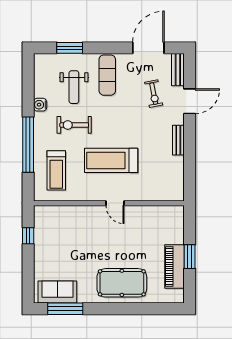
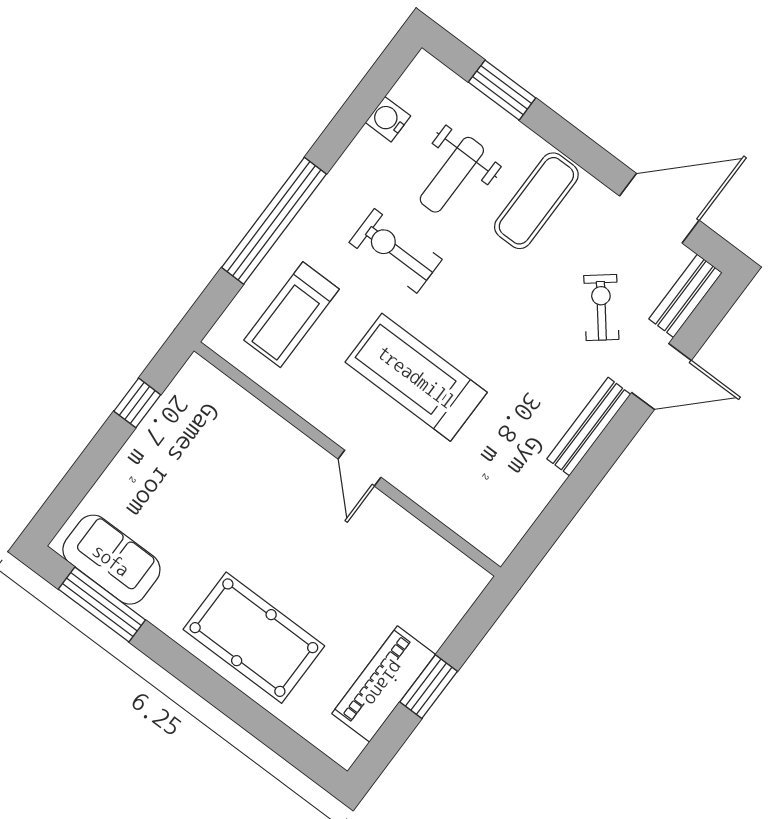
exercise bike: (154, 94) -> (601, 307), turned 152
water cooler: (40, 105) -> (388, 119), moved
bench: (178, 140) -> (589, 427), width x1.36

